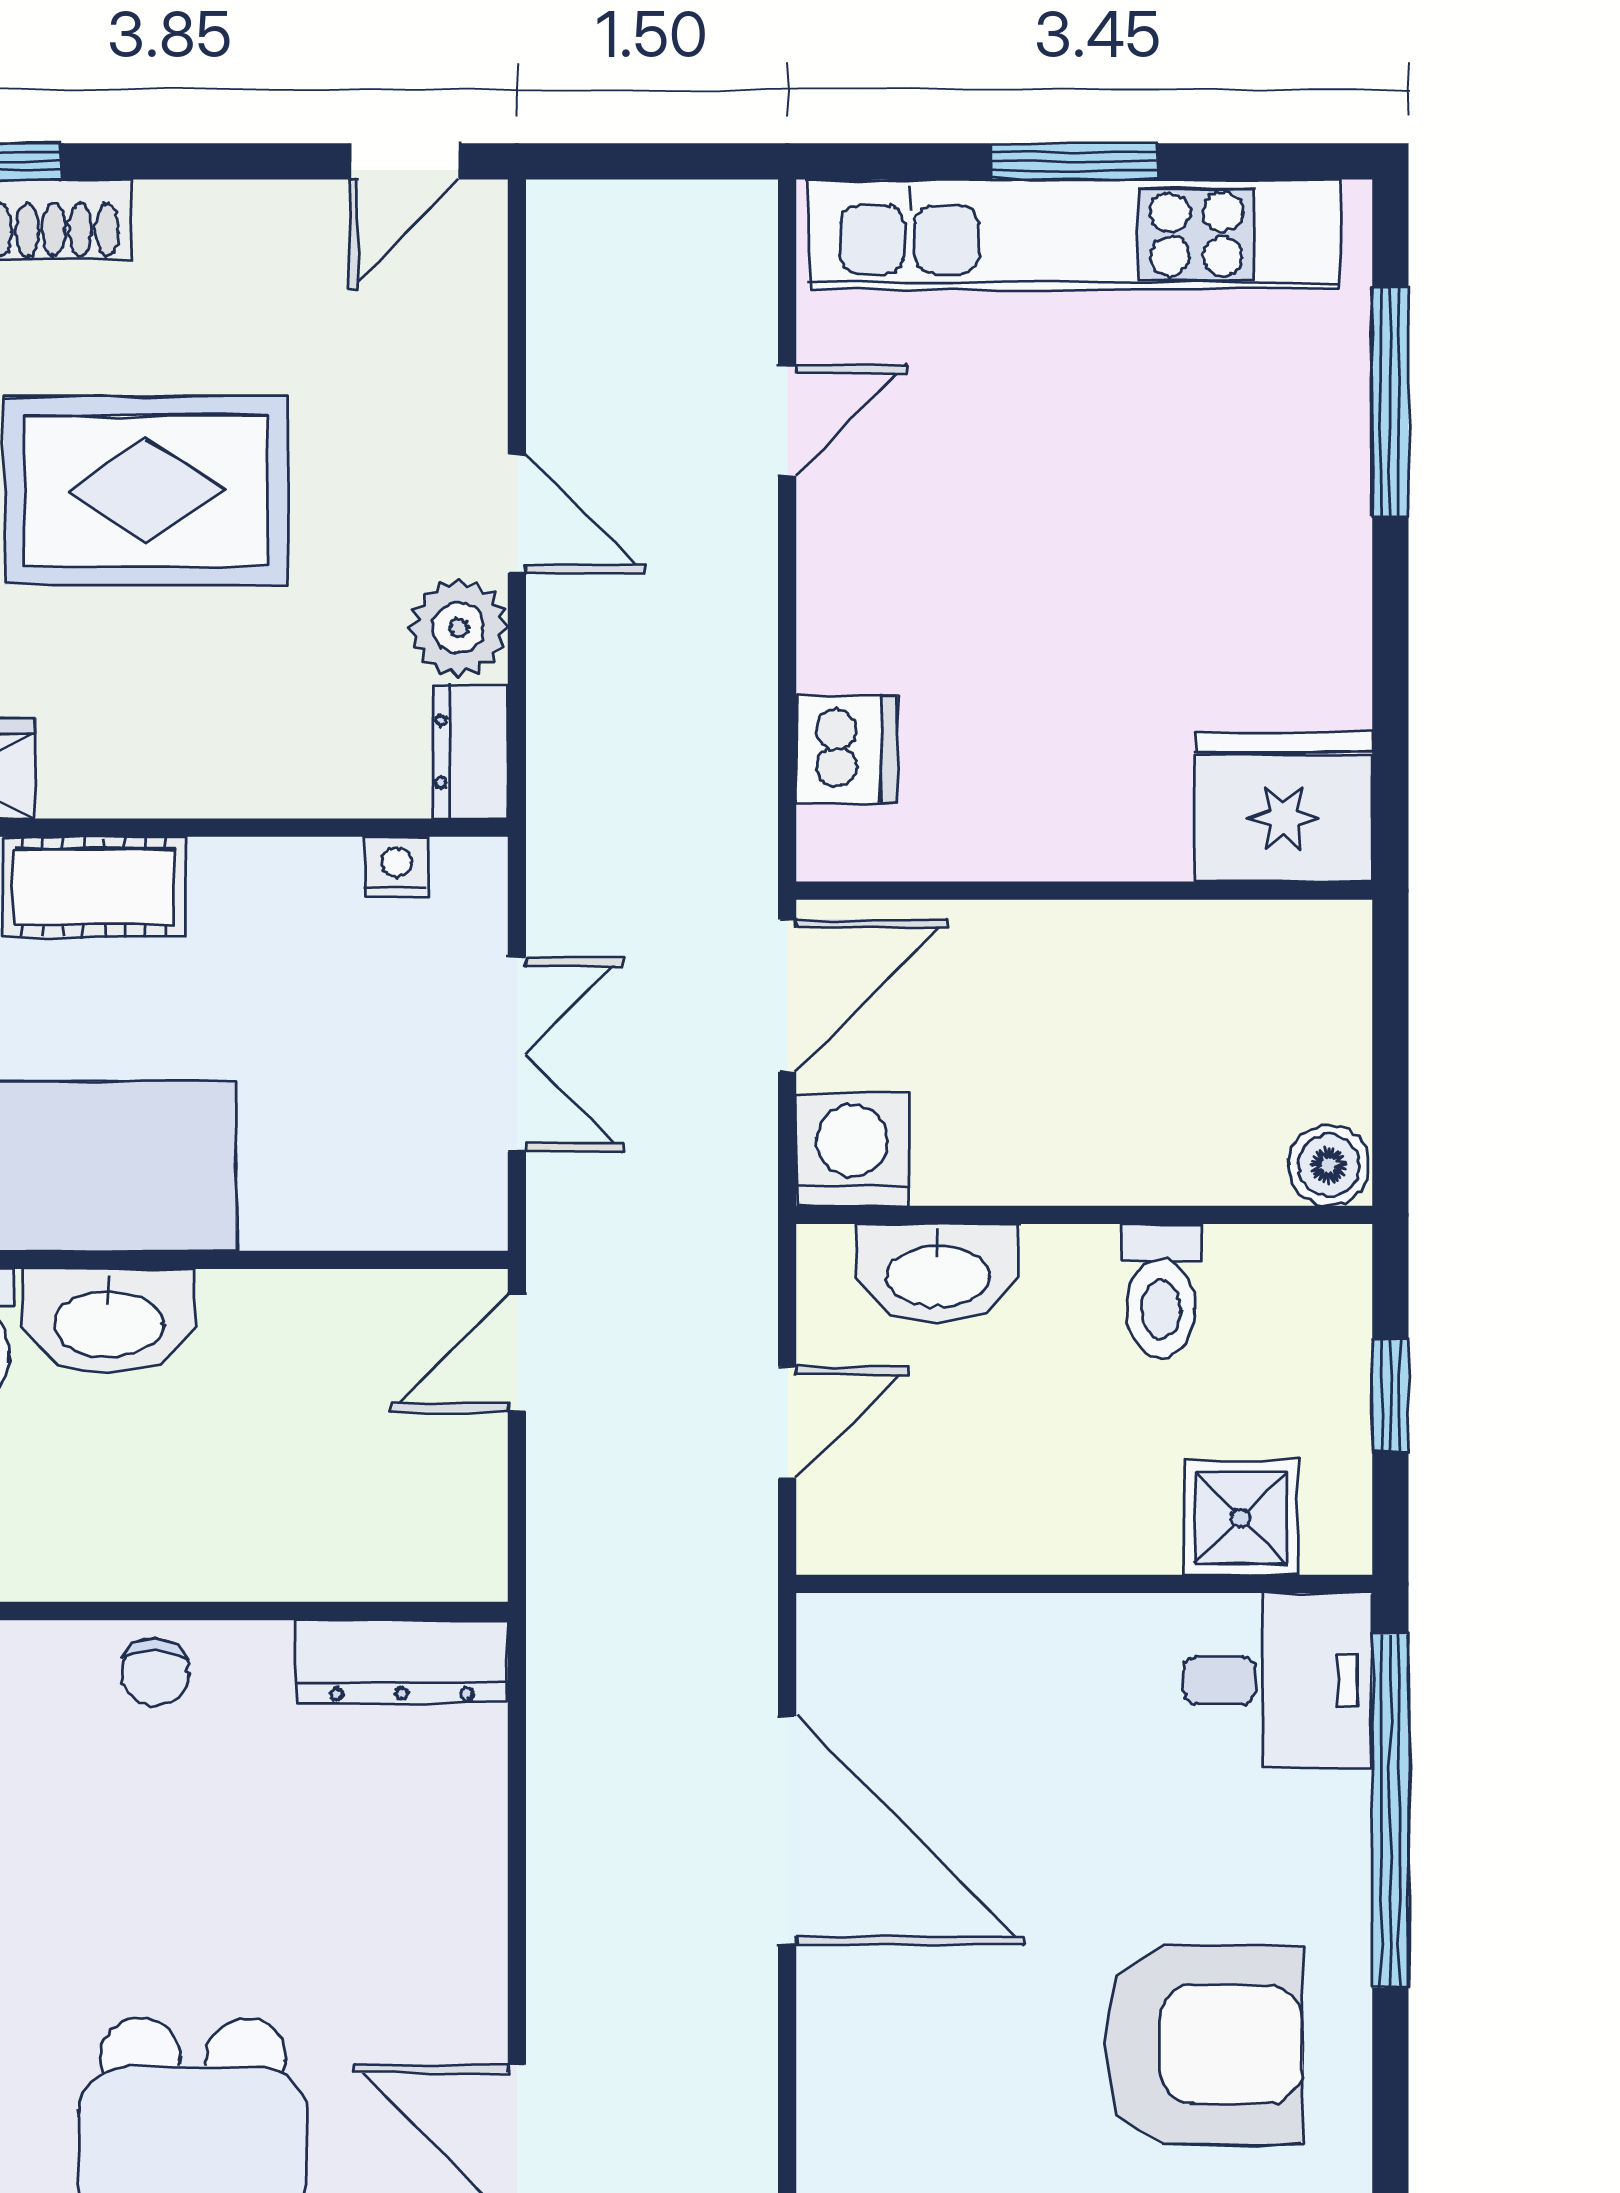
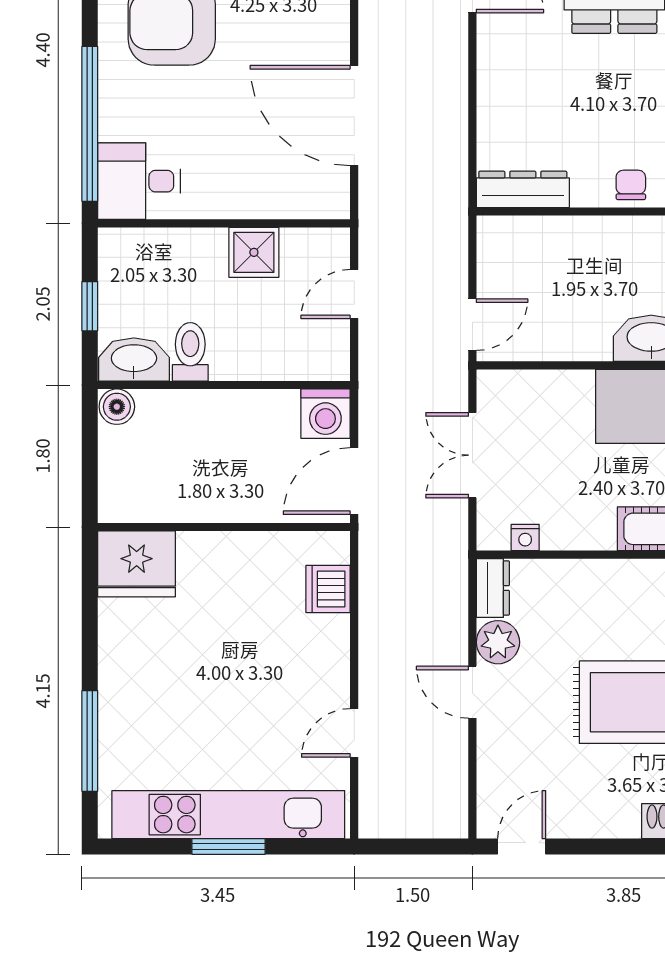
washbasin: (938, 1273) -> (134, 359), moved
shower: (1241, 1518) -> (254, 252), moved

